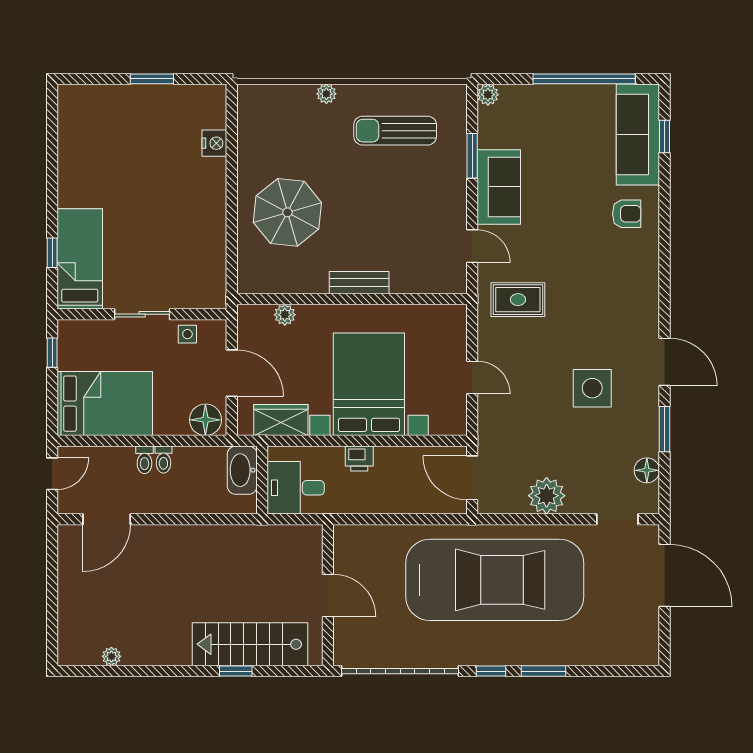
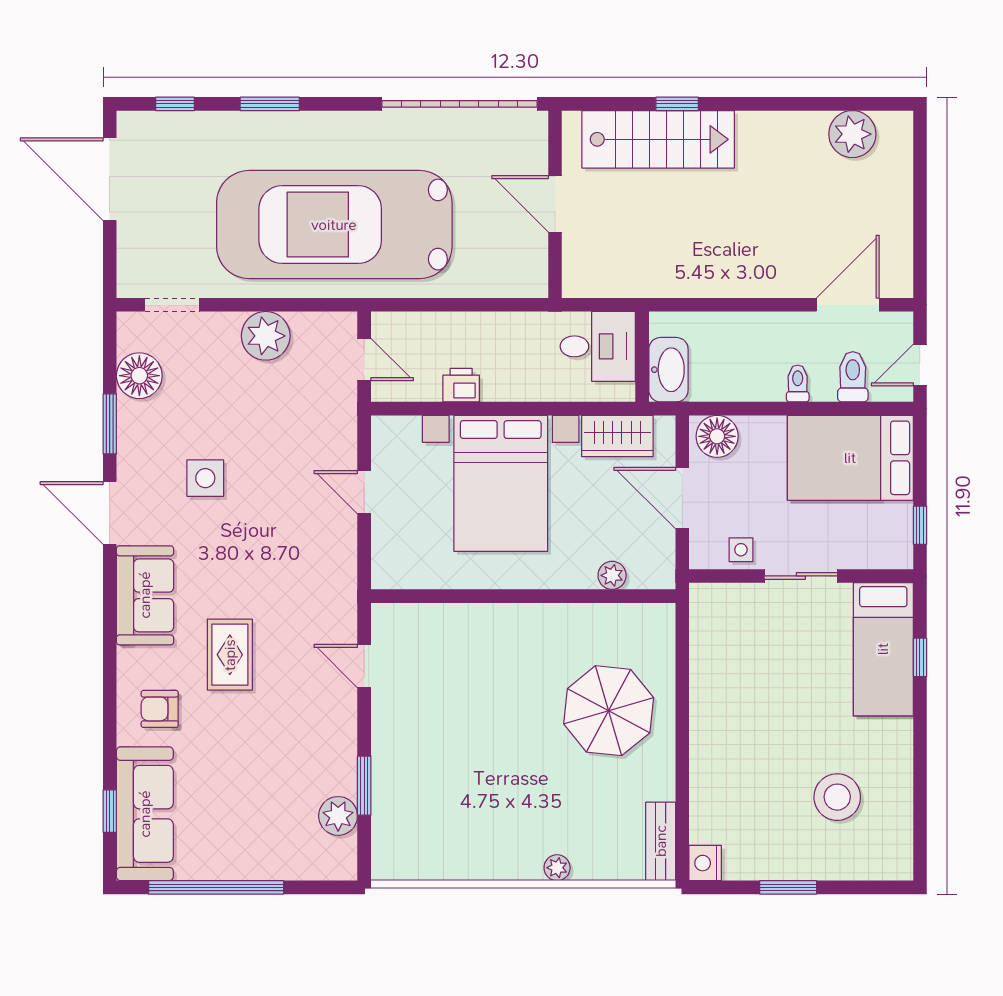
plant: (488, 95) -> (338, 816), moved, width x1.38, depth x1.38
sun lounger: (395, 131) -> (466, 819), removed
nightstand: (214, 143) -> (705, 863), moved
stool: (115, 147) -> (837, 797), added
sofa: (499, 187) -> (145, 595), moved, turned 180
bench: (359, 283) -> (661, 841), moved, turned 90
rug: (518, 300) -> (230, 655), moved, turned 90
side table: (592, 388) -> (205, 478), width x0.73, depth x0.73
printer: (359, 458) -> (461, 385), moved
toilet: (163, 459) -> (853, 377), moved, width x1.37, depth x1.39
floor lamp: (647, 470) -> (139, 376), width x1.38, depth x1.38
door: (472, 478) -> (364, 359), width x0.73
door: (664, 575) -> (110, 179), moved
plant: (111, 656) -> (852, 134), width x1.88, depth x1.88
window: (491, 671) -> (175, 104), moved

